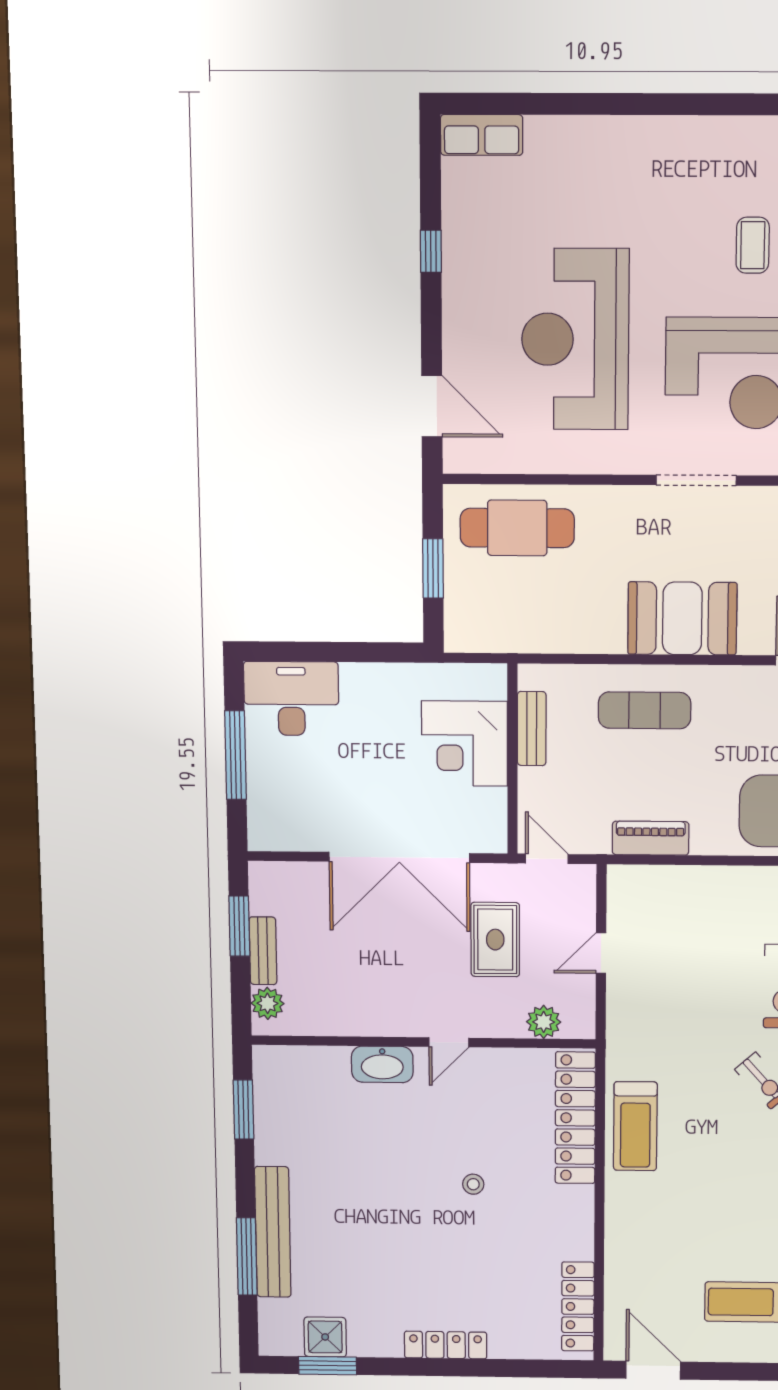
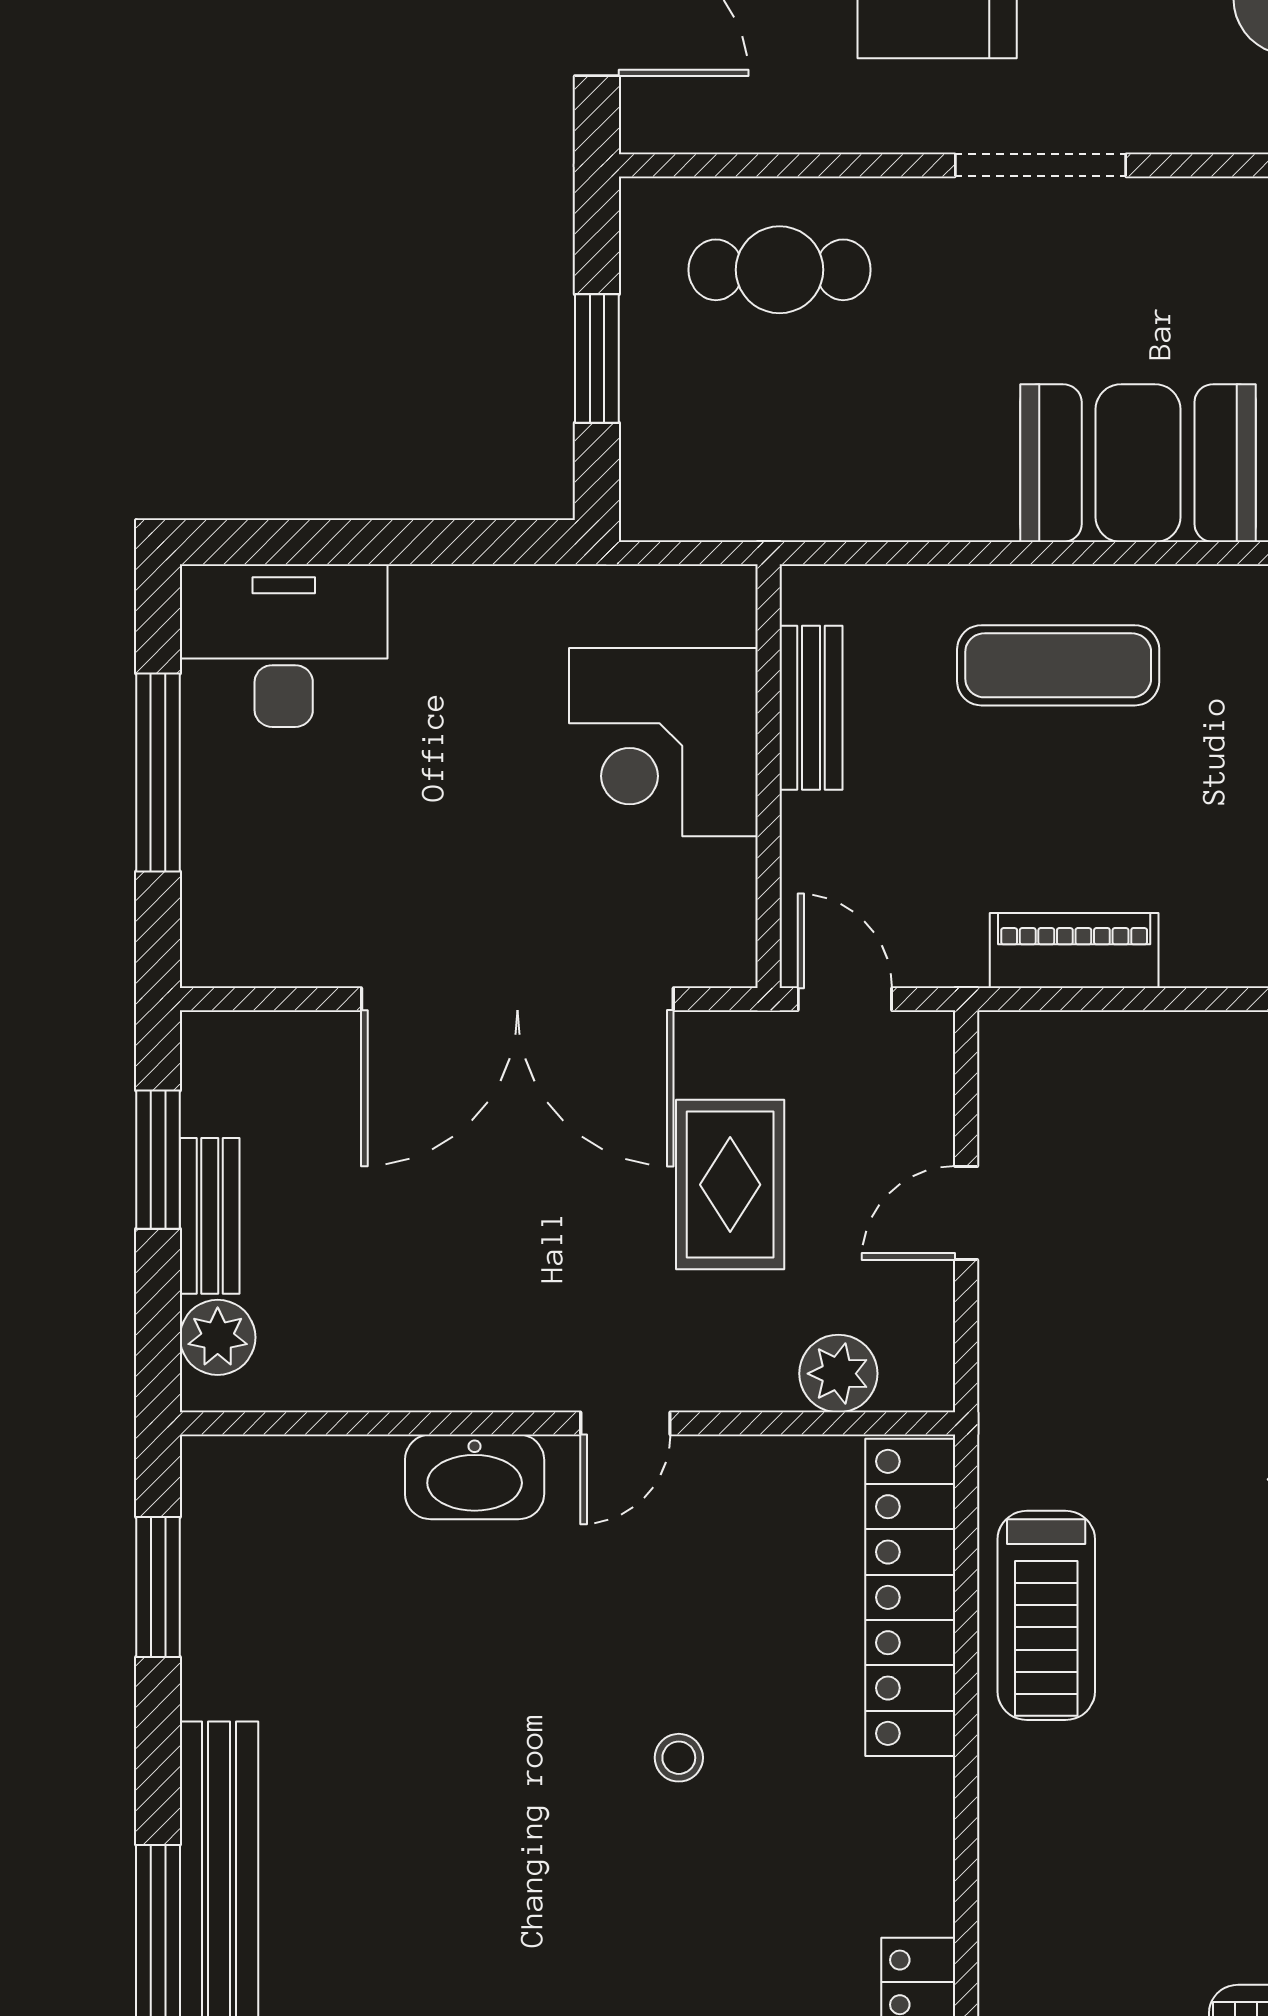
doorway: (696, 480) -> (1041, 165), moved
cafe table: (517, 528) -> (780, 270), width x0.73, depth x0.74

